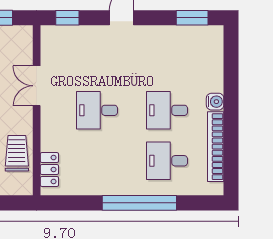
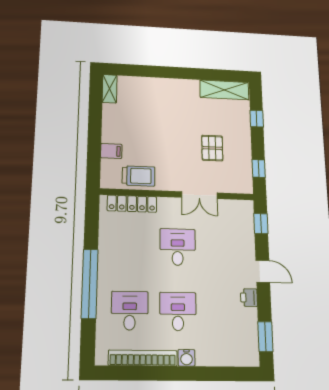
printer: (151, 34) -> (249, 298), added
double door: (37, 86) -> (199, 195), swing flipped
locker: (49, 169) -> (132, 204), width x1.53

